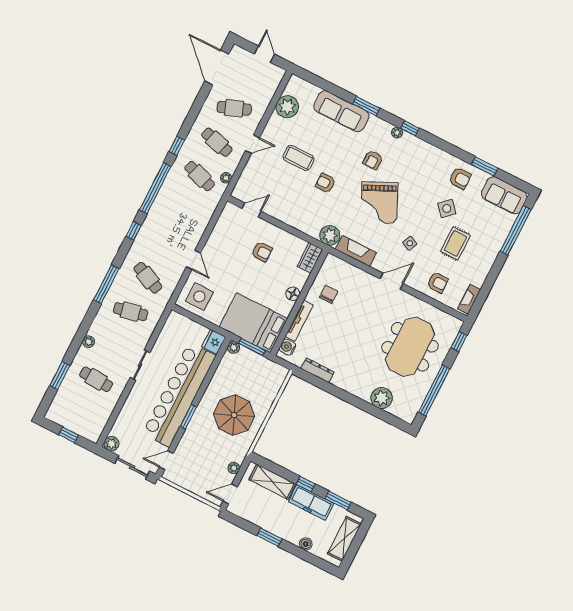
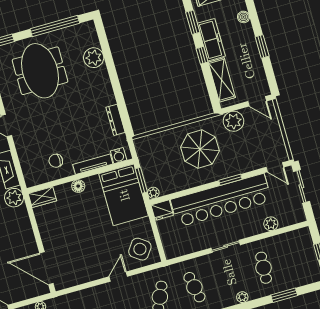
door: (252, 210) -> (46, 268), width x1.88
armchair: (262, 252) -> (69, 234), removed
side table: (199, 296) -> (140, 249), turned 35
meeting table: (410, 347) -> (40, 71), turned 90
plant: (111, 444) -> (271, 224), moved
plant: (234, 468) -> (234, 121), width x1.87, depth x1.87

